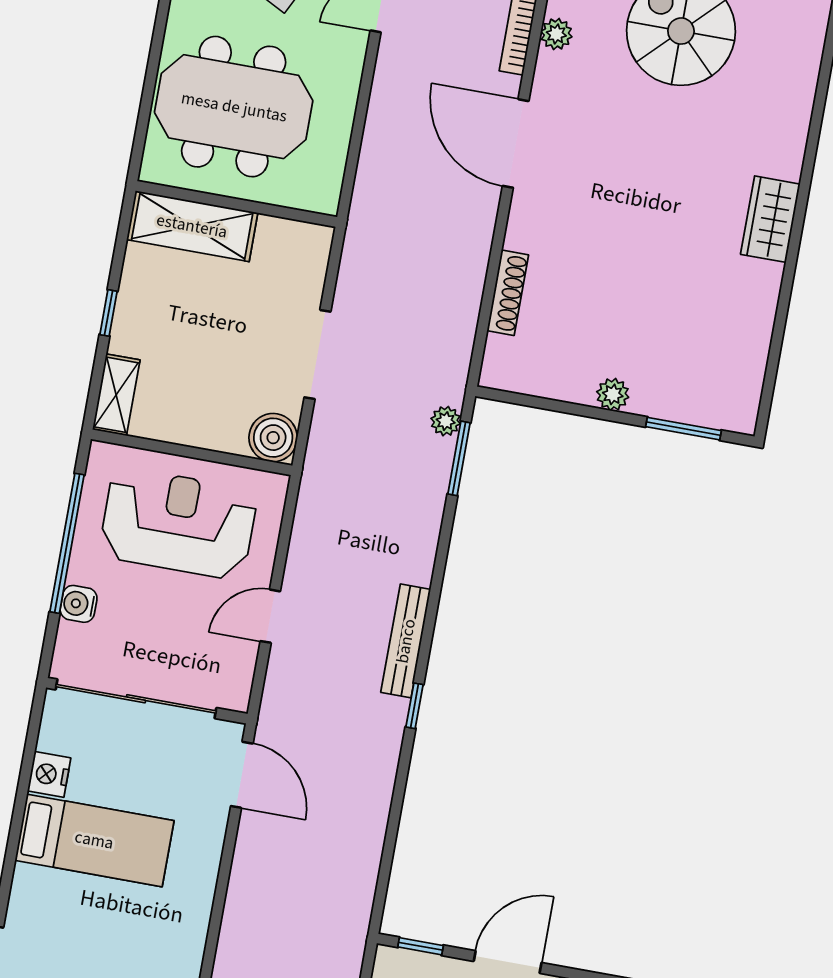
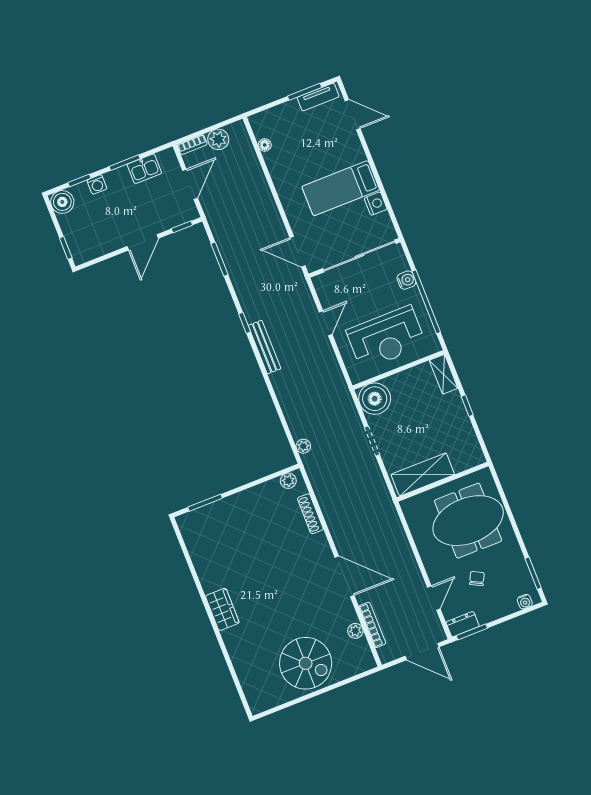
shelving: (192, 226) -> (423, 474), moved
doorway: (317, 355) -> (372, 441), width x0.73
plant: (613, 394) -> (288, 481), moved
boiler: (273, 438) -> (375, 399), width x1.37, depth x1.37
window: (459, 458) -> (220, 259), moved

